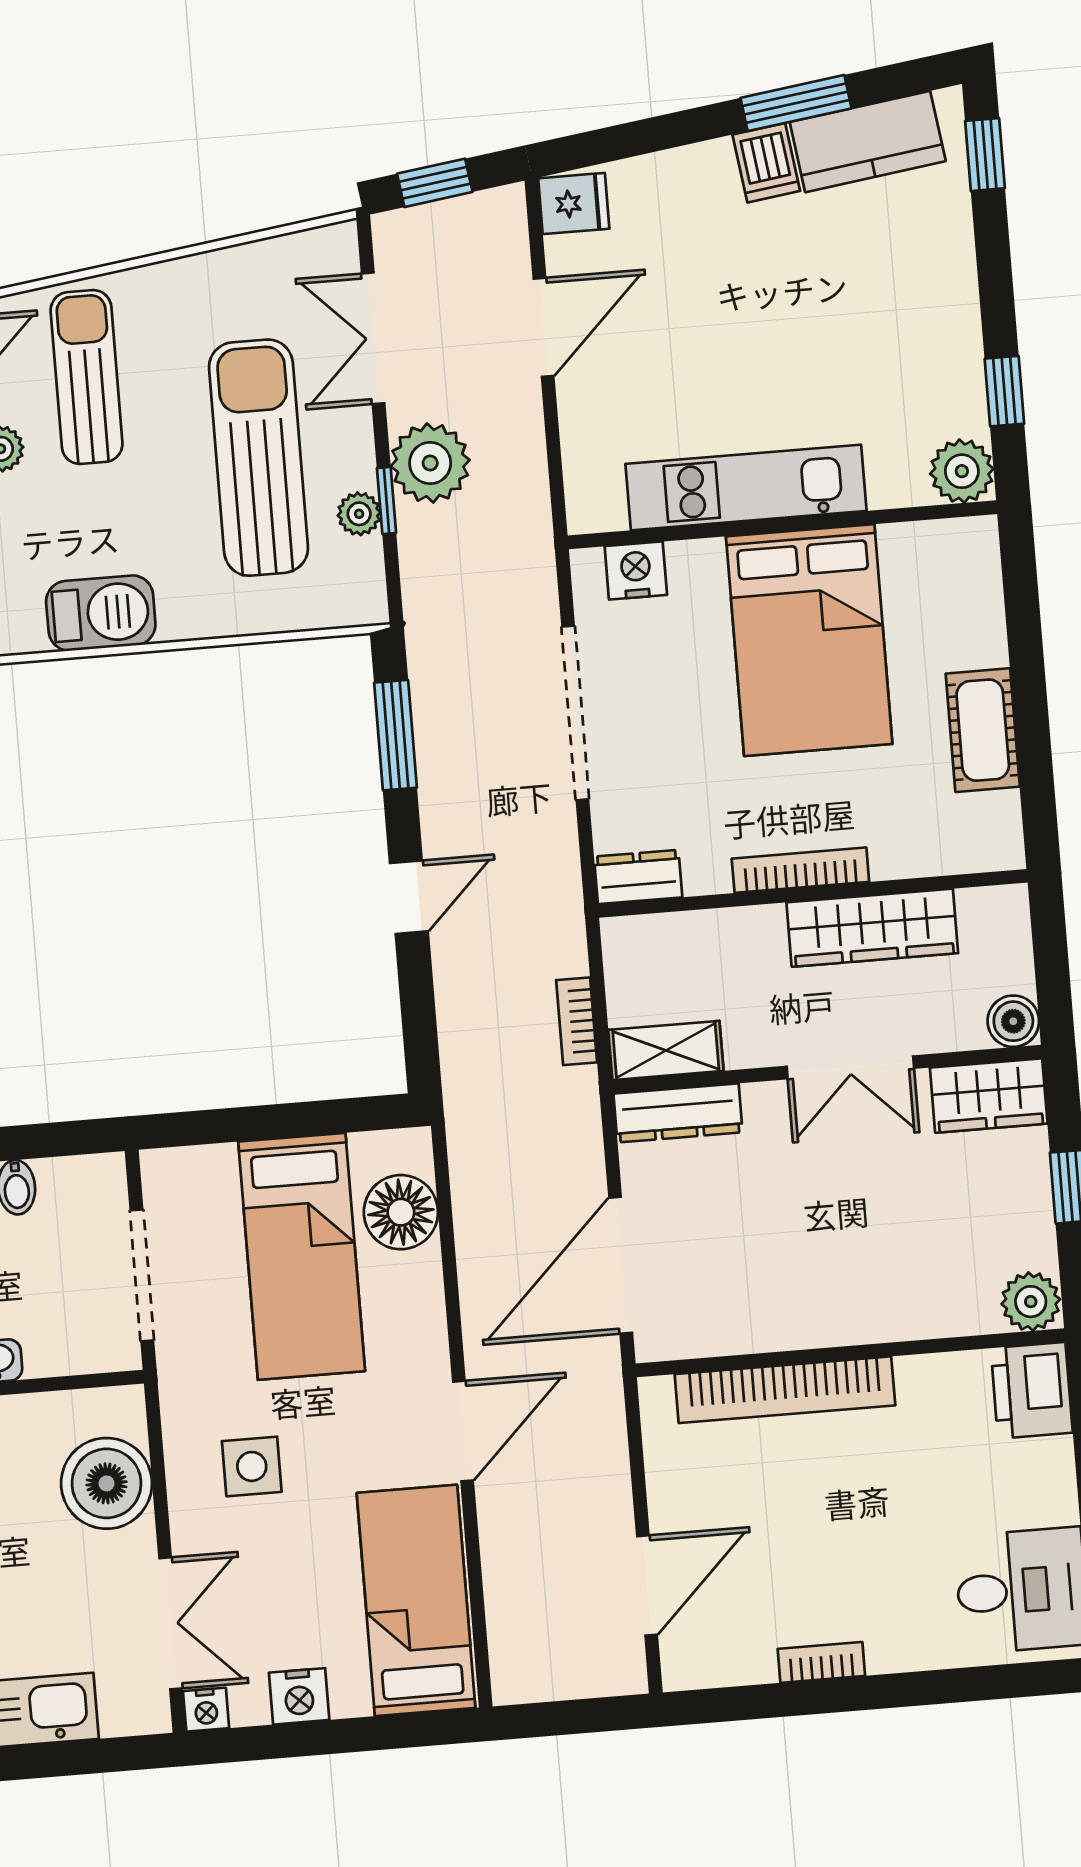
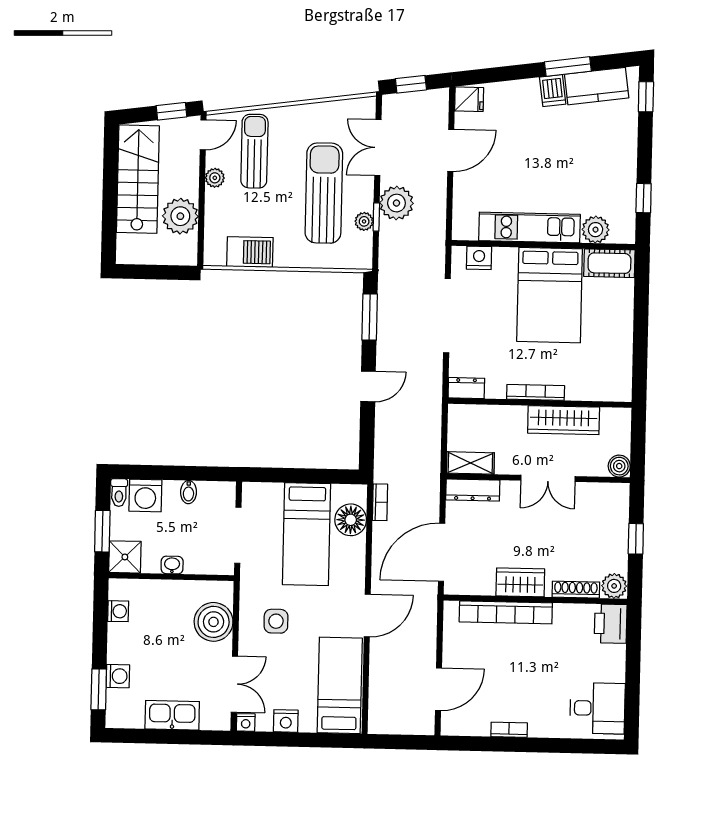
plant: (962, 471) -> (596, 230), moved
cot: (983, 730) -> (609, 263), moved, turned 90
bookcase: (577, 1021) -> (380, 502), moved, turned 180
wardrobe: (989, 1096) -> (520, 582), moved, turned 180
shoe rack: (943, 1319) -> (576, 590), added

